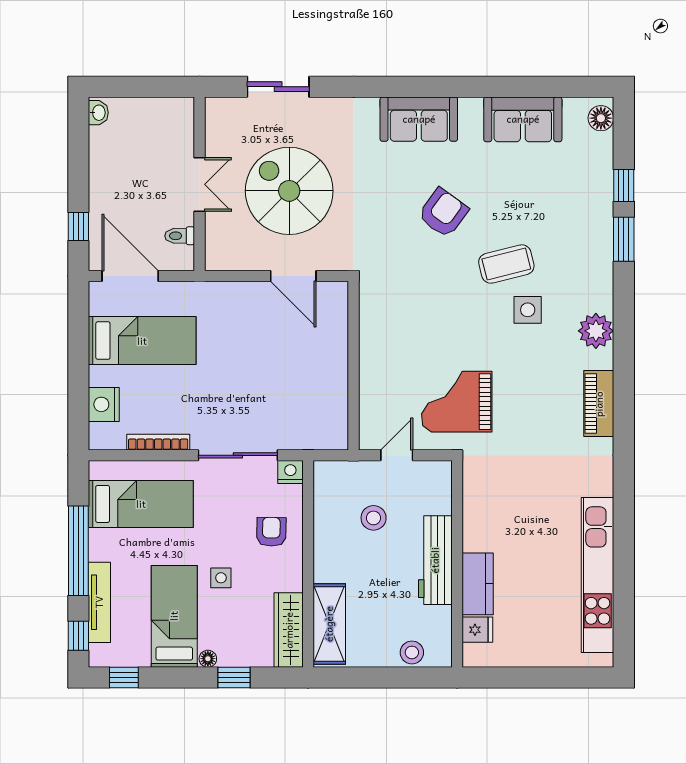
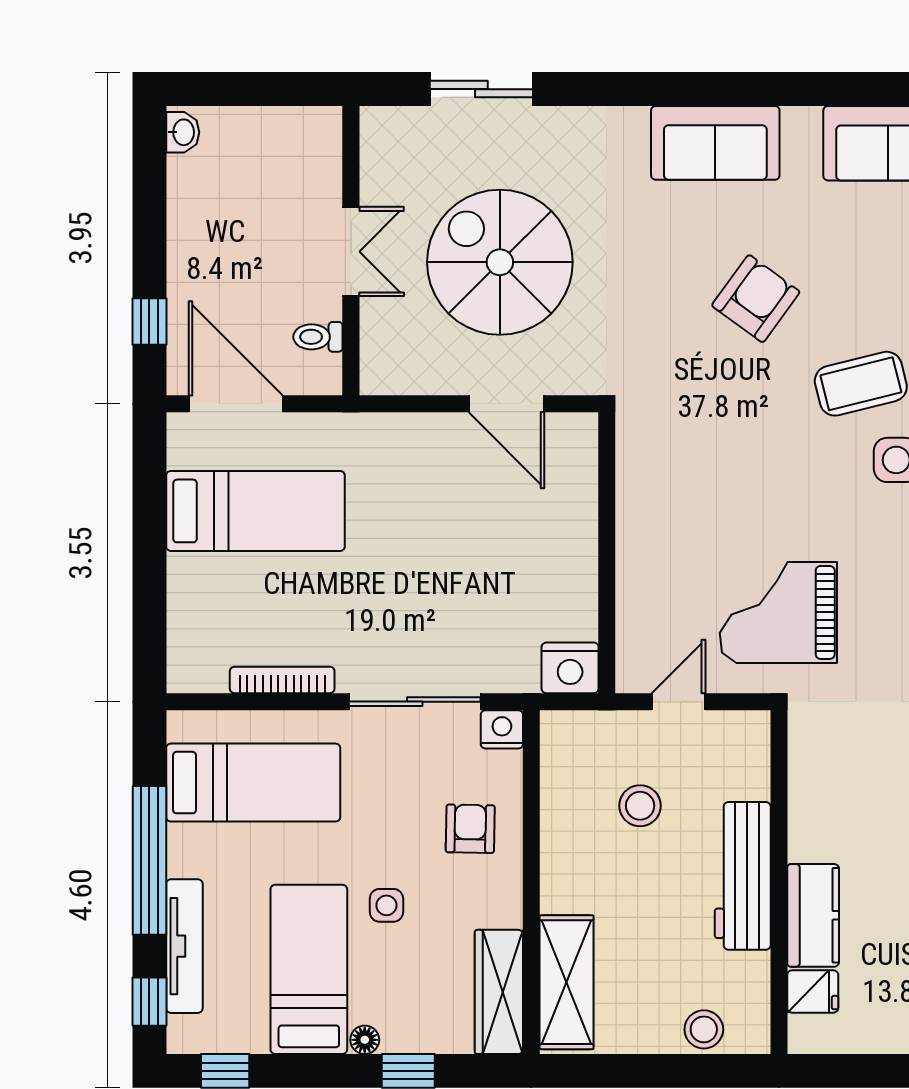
nightstand: (104, 404) -> (570, 668), moved, turned -90

